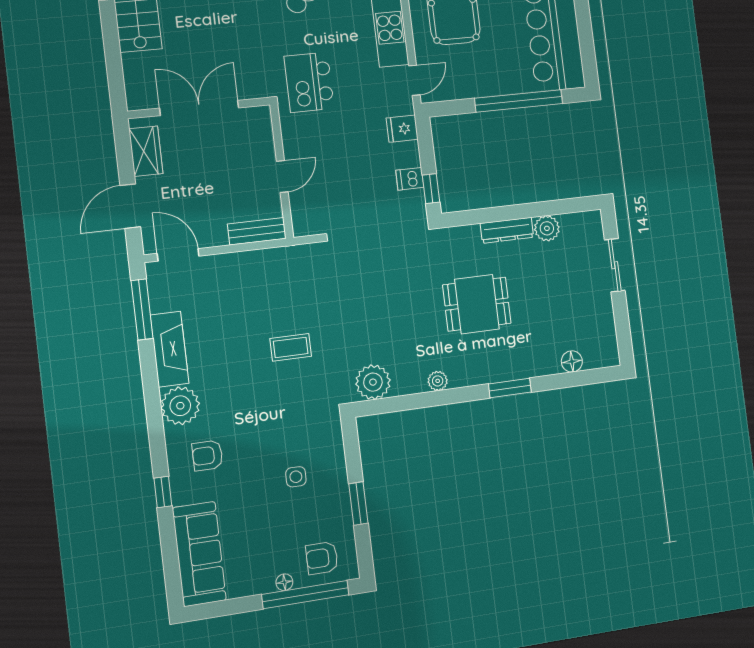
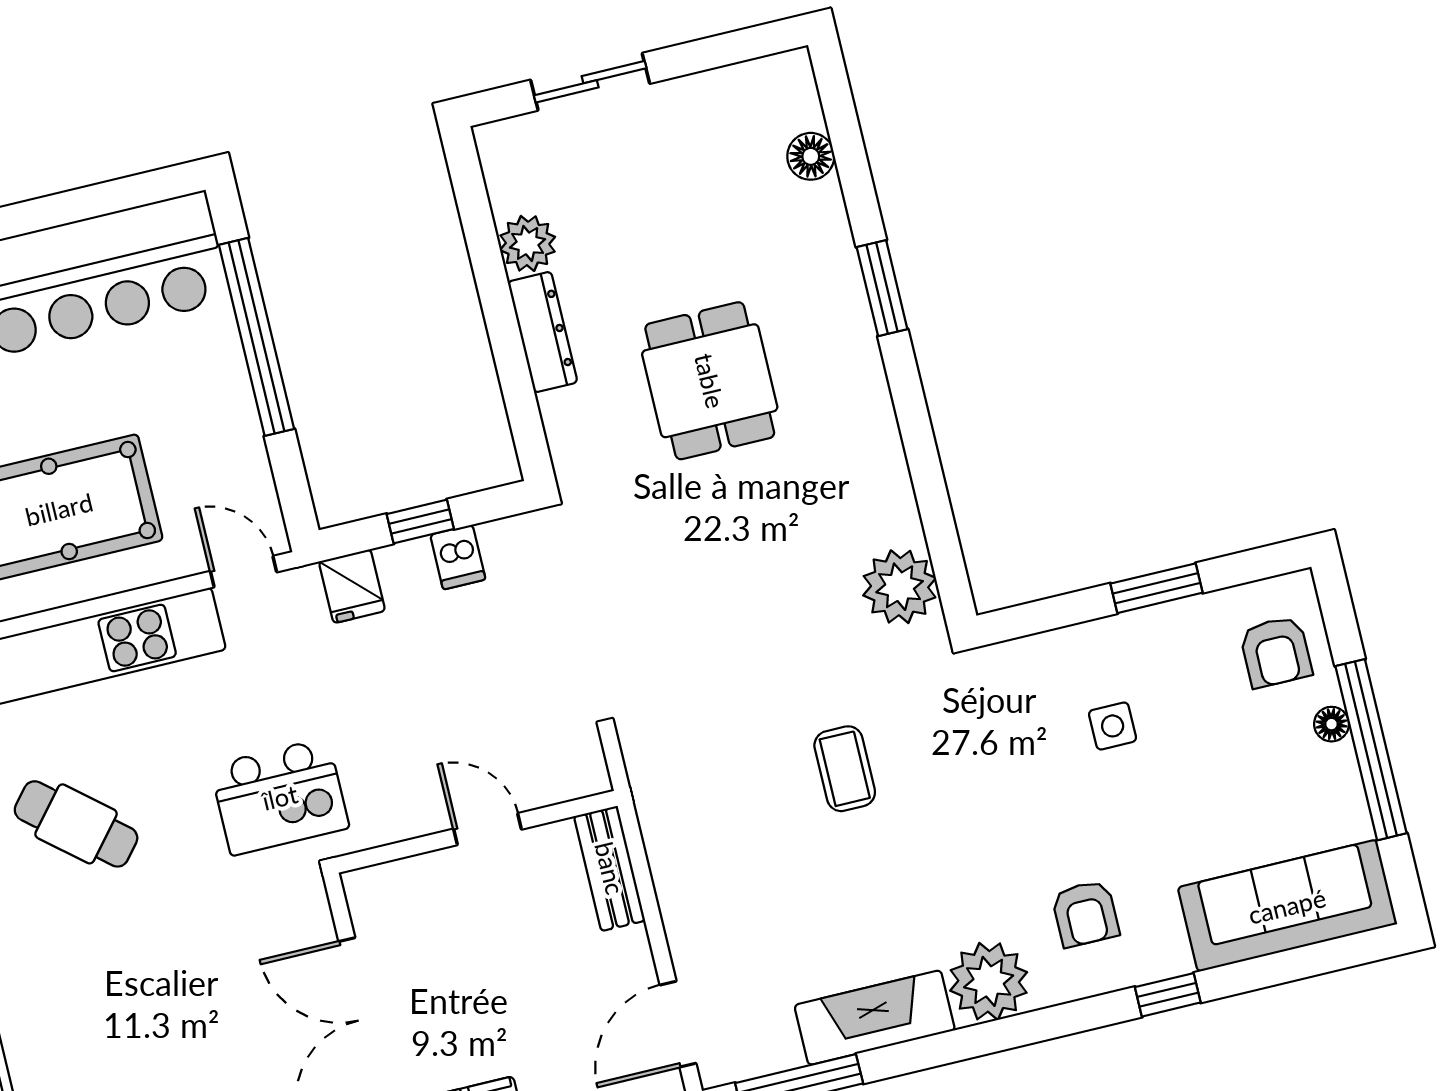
window: (431, 189) -> (420, 521), moved
plant: (438, 381) -> (883, 448), removed
window: (305, 595) -> (1371, 750), moved

